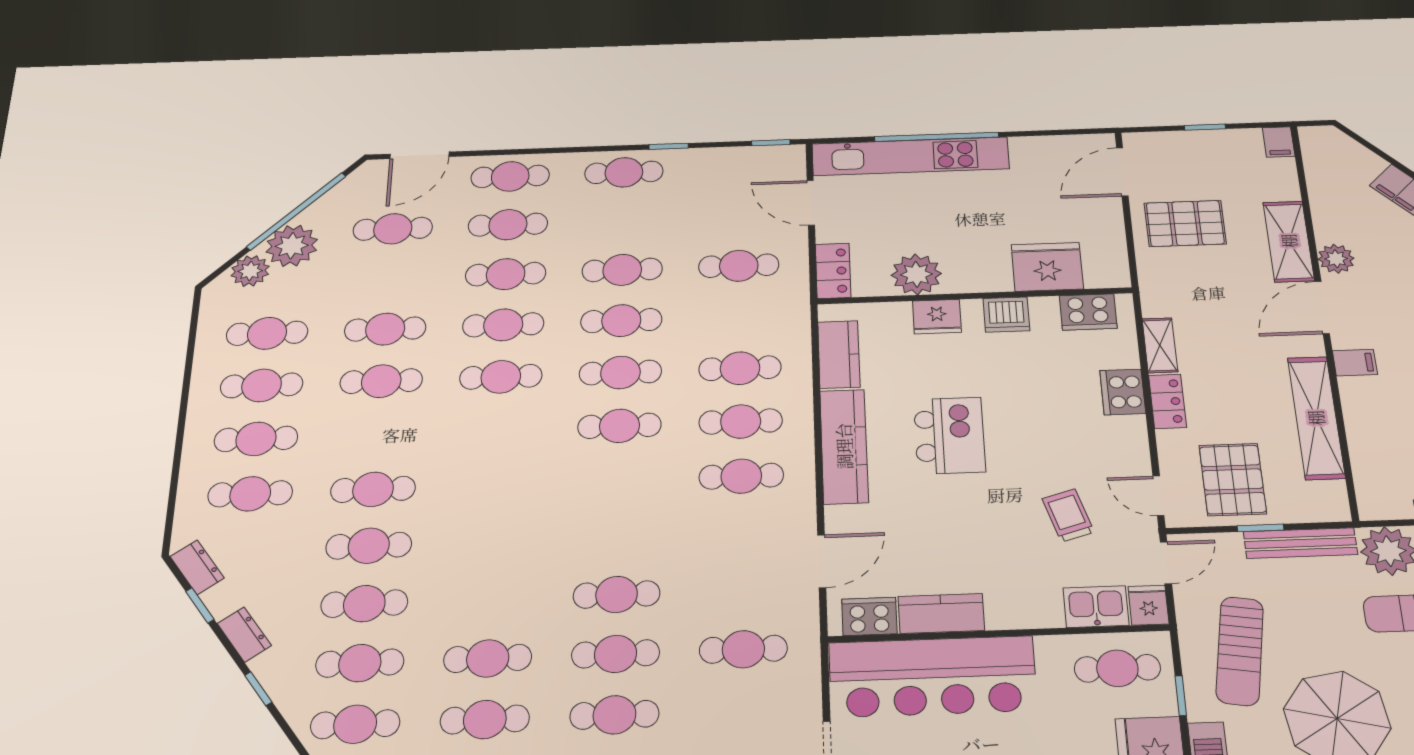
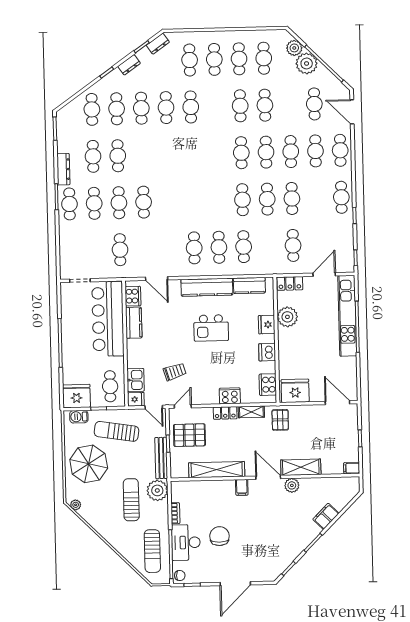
pallet: (1185, 223) -> (280, 420), moved, width x0.67, depth x0.71
fridge: (1047, 267) -> (295, 391), moved, turned -90
cafe table: (619, 426) -> (218, 200), removed

